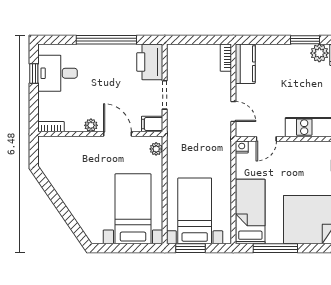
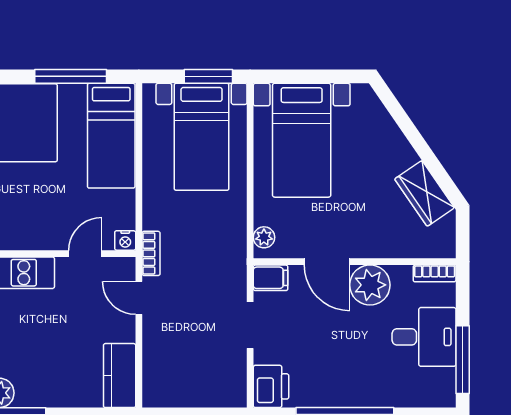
bookcase: (226, 58) -> (151, 253), moved
printer: (150, 62) -> (271, 386), width x0.73, depth x0.84
desk: (58, 73) -> (424, 337), moved
window: (34, 74) -> (463, 360), width x2.17
plant: (91, 125) -> (370, 285), width x1.87, depth x1.87
wardrobe: (57, 176) -> (425, 193), added

